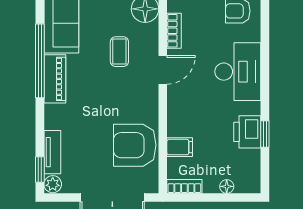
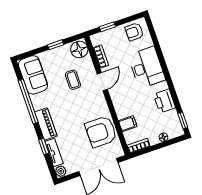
piano: (55, 79) -> (46, 124), moved
window: (265, 134) -> (183, 121), moved
window: (40, 169) -> (44, 146), moved

